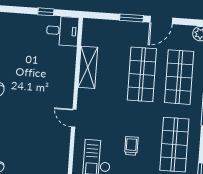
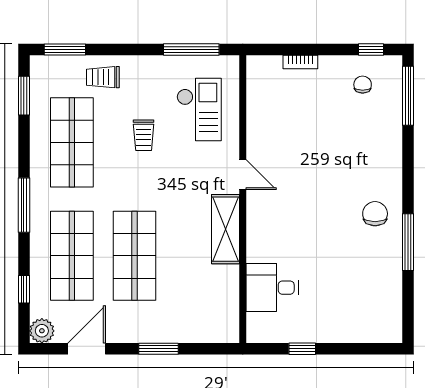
door: (161, 20) -> (87, 349), moved
desk: (63, 31) -> (272, 288), moved
shelving: (88, 67) -> (226, 229), moved

